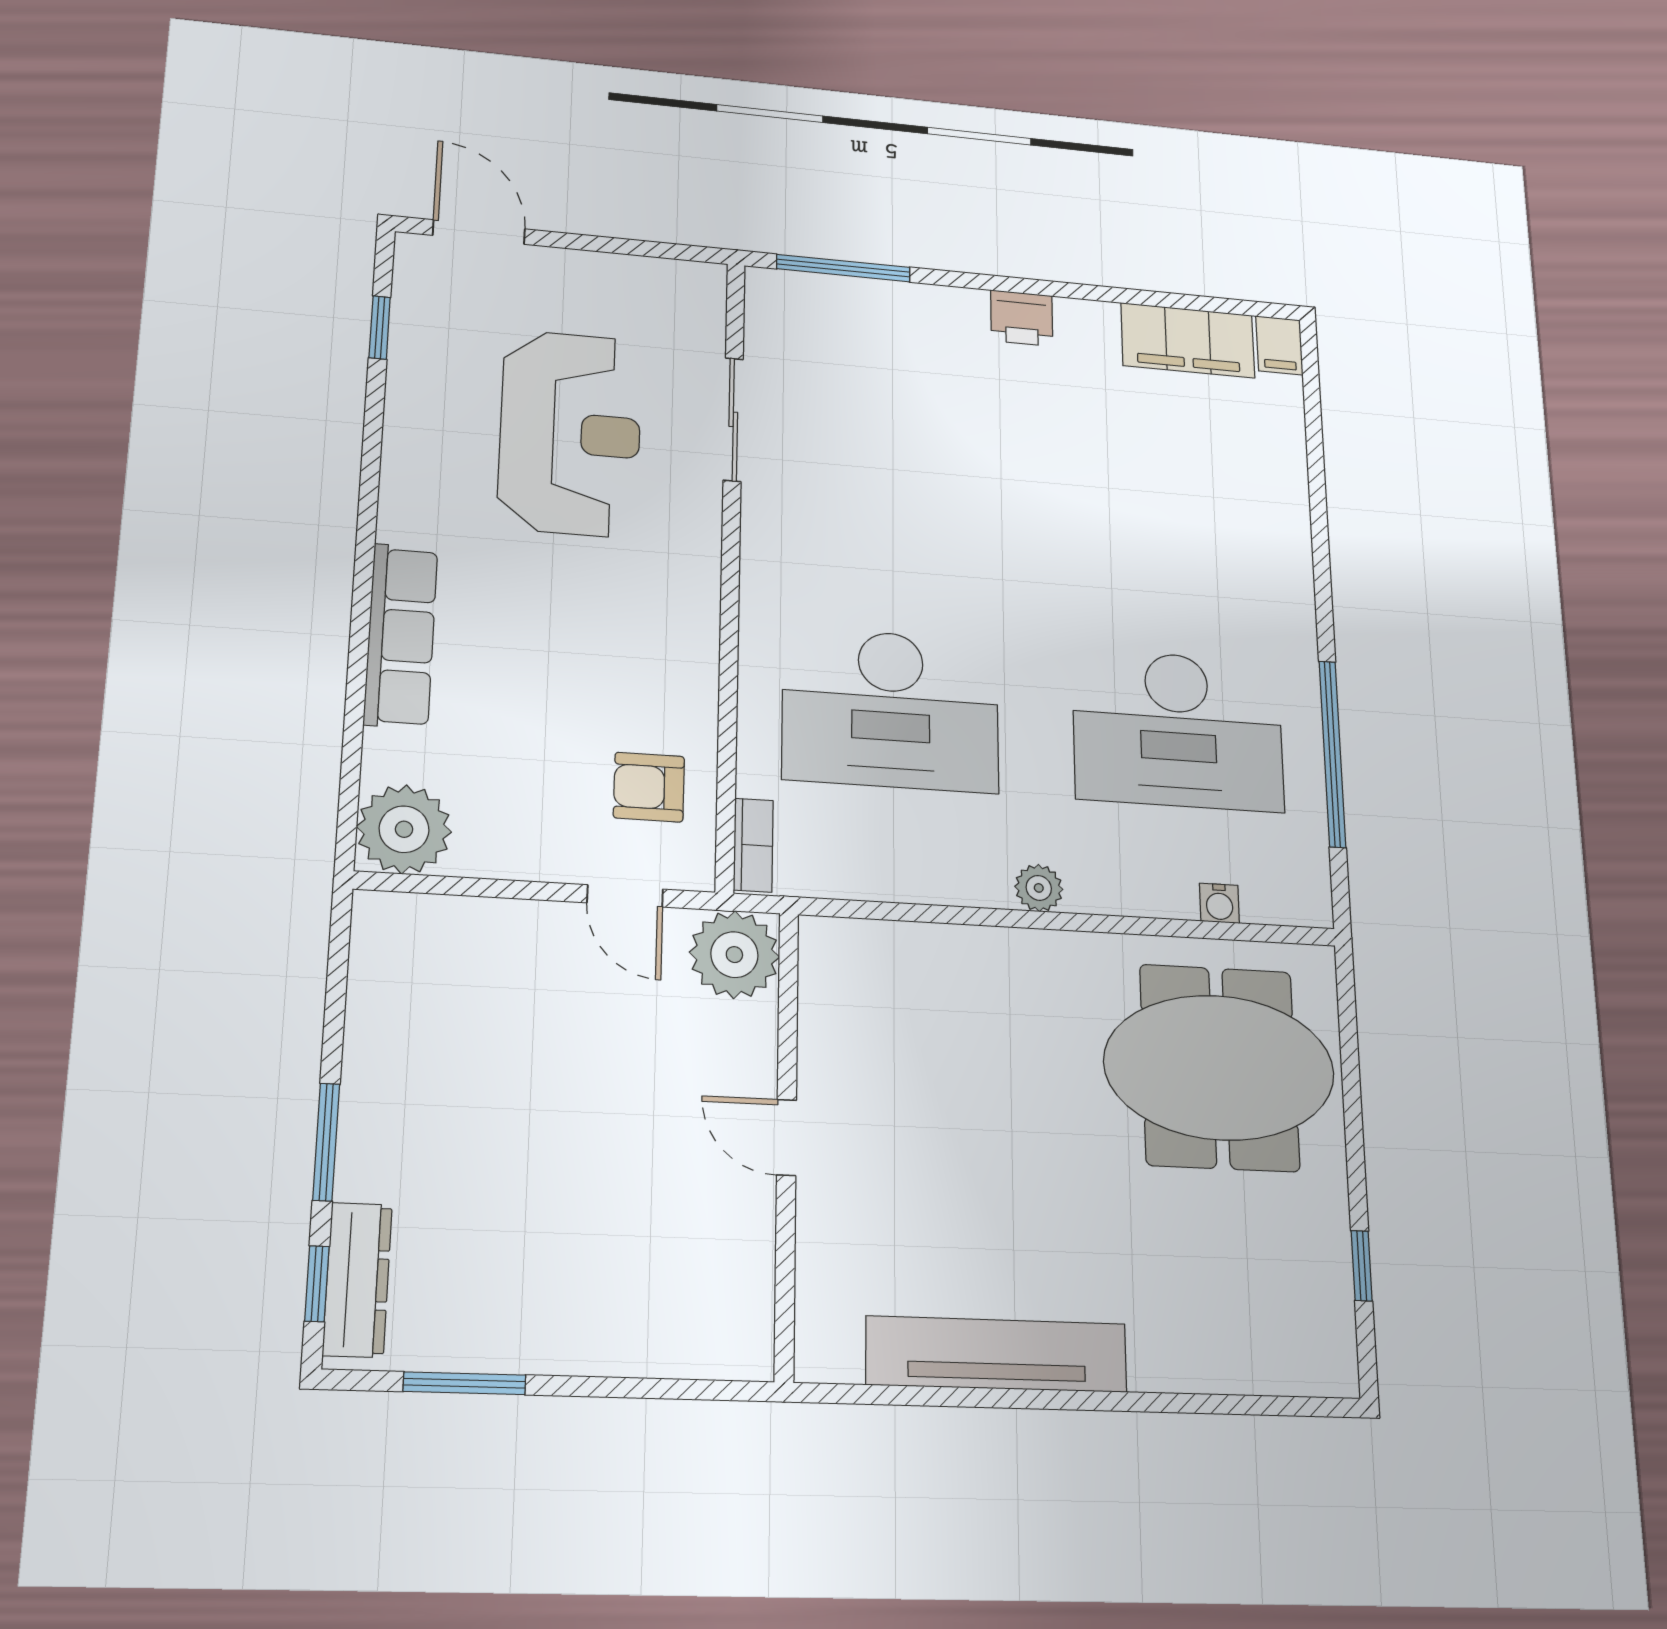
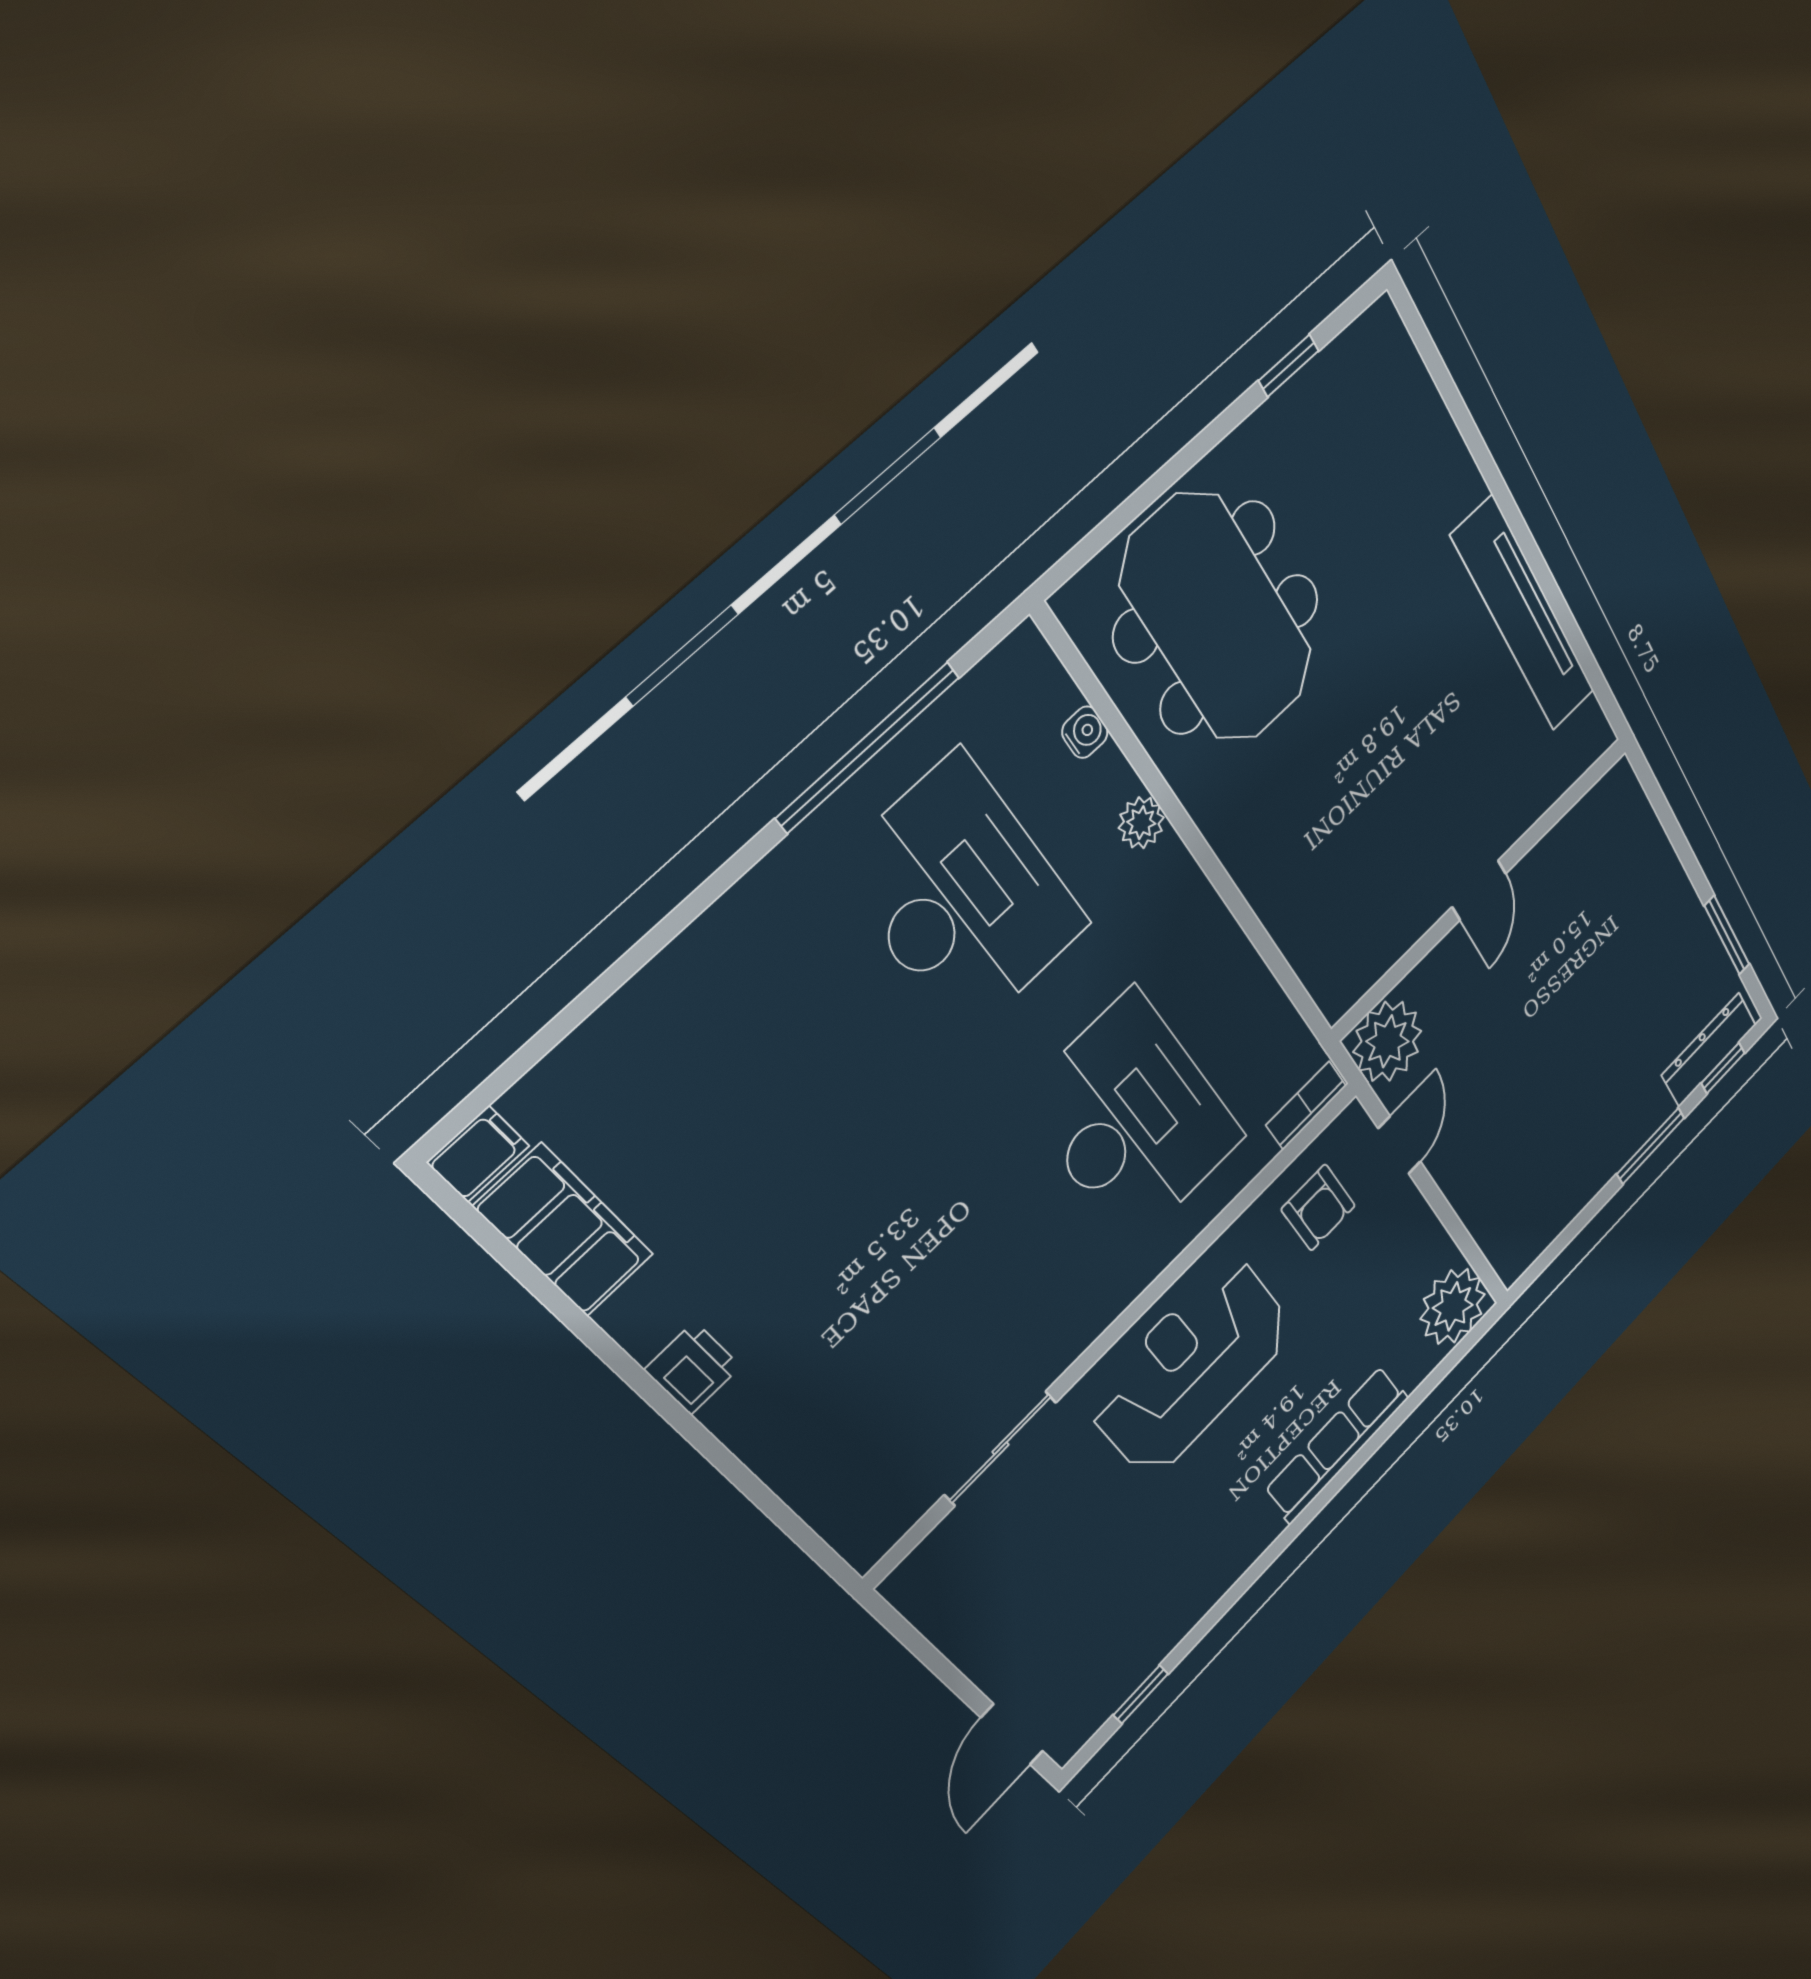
window: (843, 268) -> (790, 1524), removed
reception desk: (570, 433) -> (1192, 1367), moved
plant: (1039, 888) -> (1141, 823), moved

